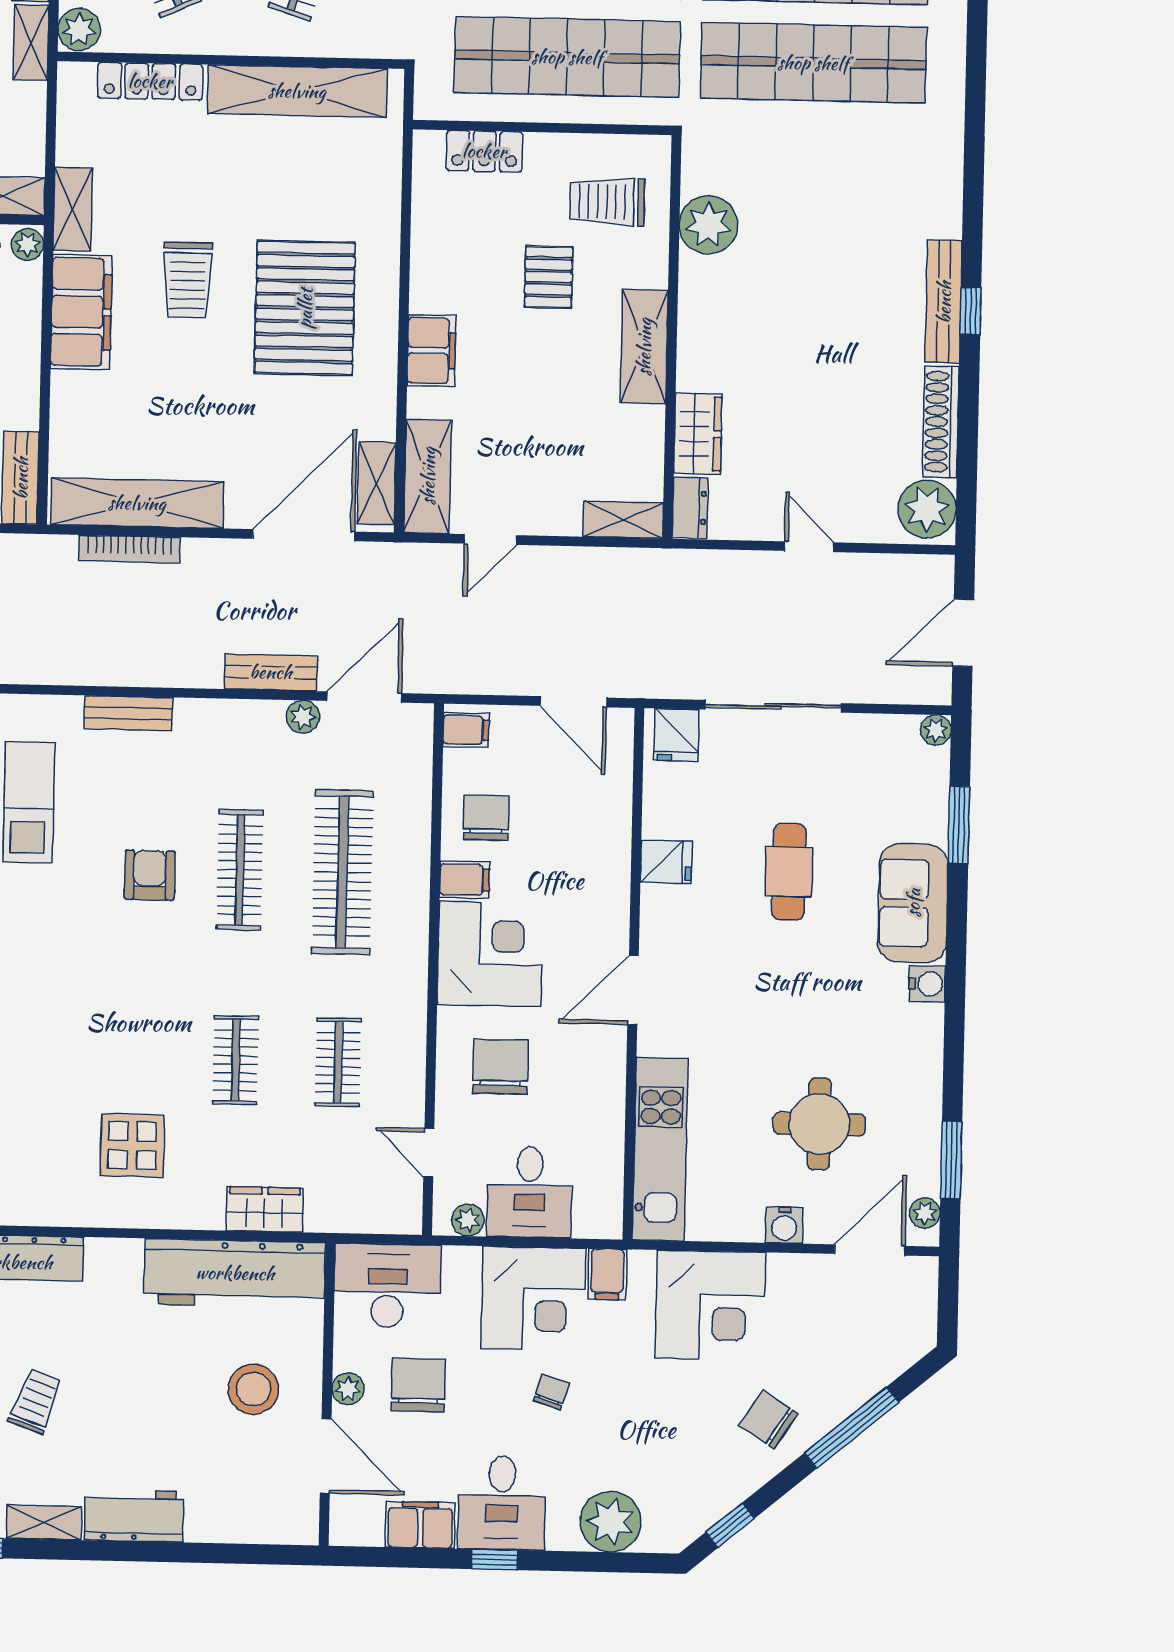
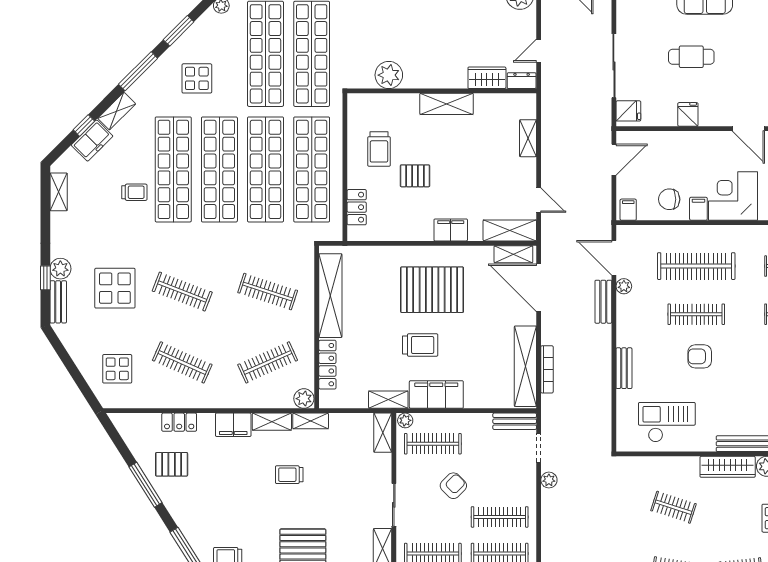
plant: (708, 225) -> (389, 75), moved
wall: (672, 337) -> (442, 91), moved
shelving: (644, 347) -> (447, 104), moved
wardrobe: (698, 434) -> (487, 78), moved
dresser: (690, 508) -> (522, 81), moved

